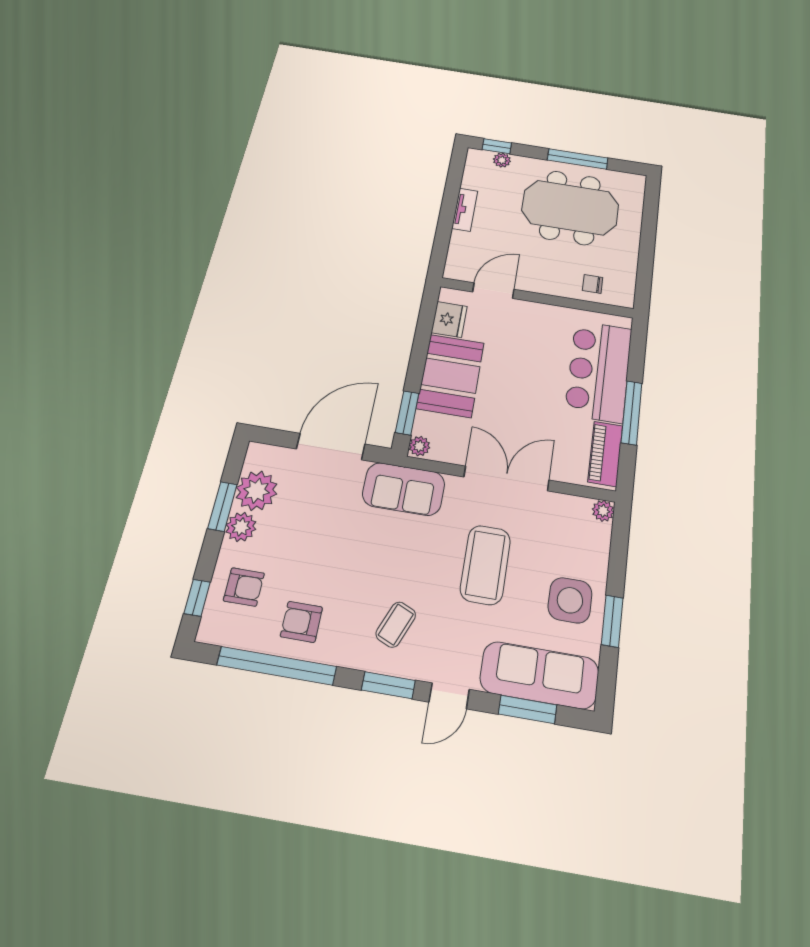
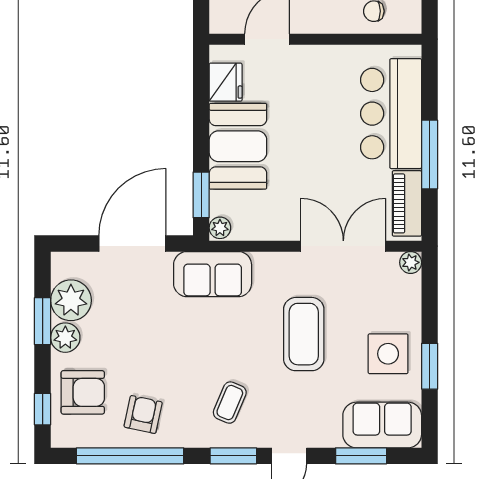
double door: (506, 478) -> (343, 246), moved
armchair: (244, 587) -> (83, 392), width x1.38, depth x1.38
armchair: (301, 622) -> (143, 414), turned 102
sofa: (539, 675) -> (382, 425), width x0.73

